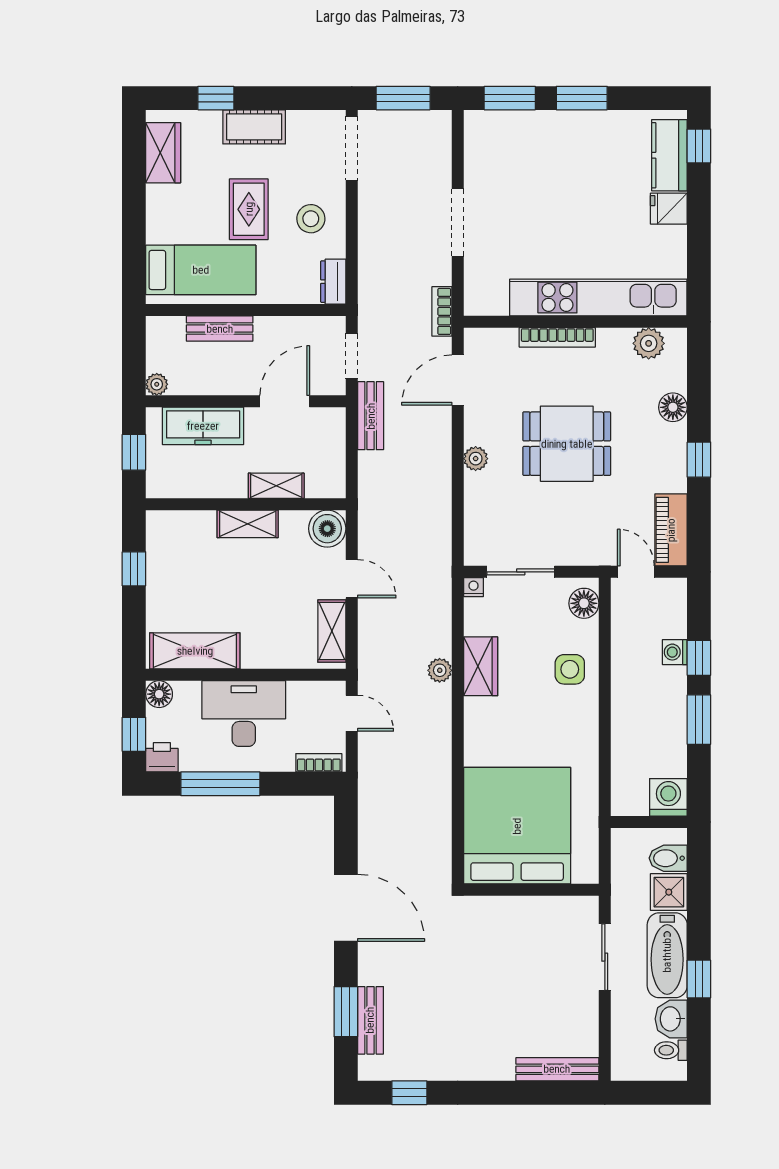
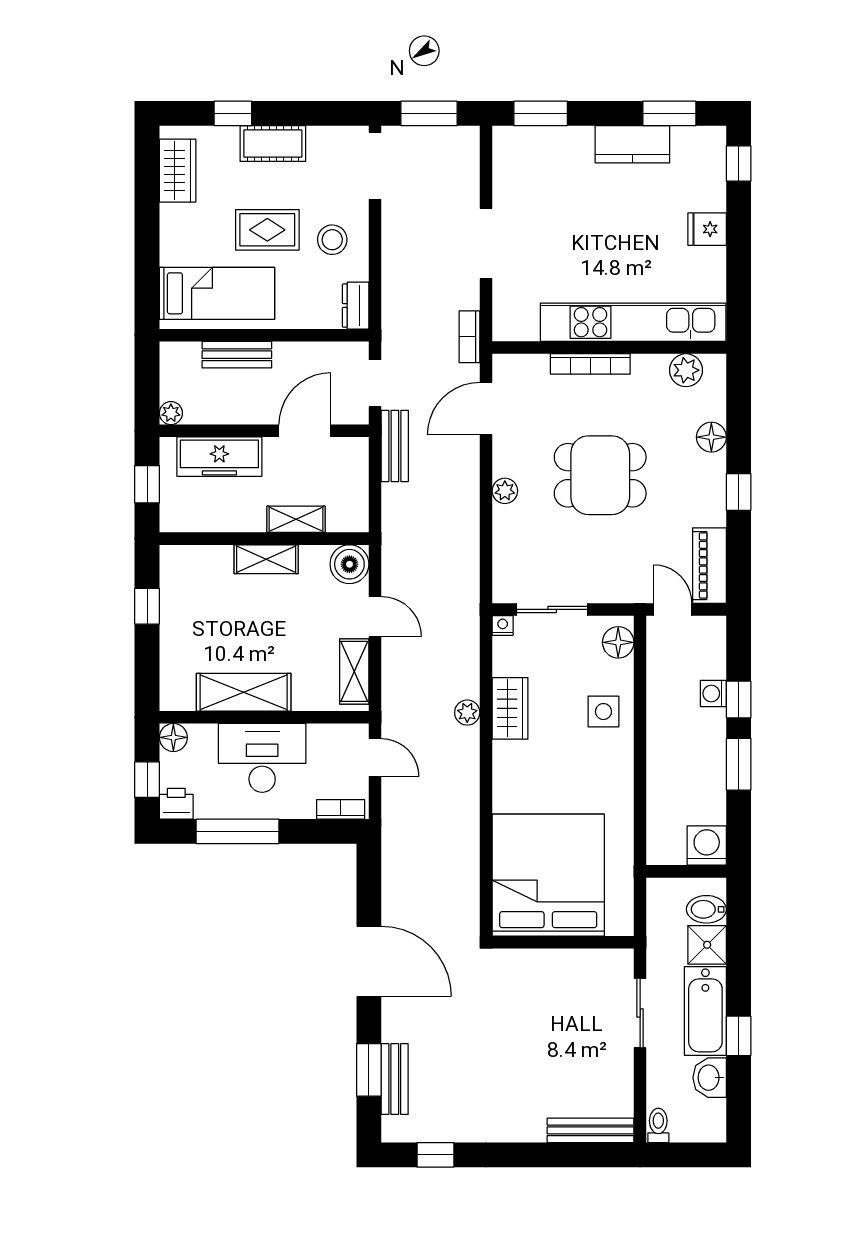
window: (582, 98) -> (669, 113), moved
kitchen counter: (669, 155) -> (632, 144), moved, turned -90
rug: (249, 209) -> (267, 230), turned 90
shelving: (195, 651) -> (244, 692), moved
toilet: (671, 1050) -> (658, 1125), moved, turned 90

